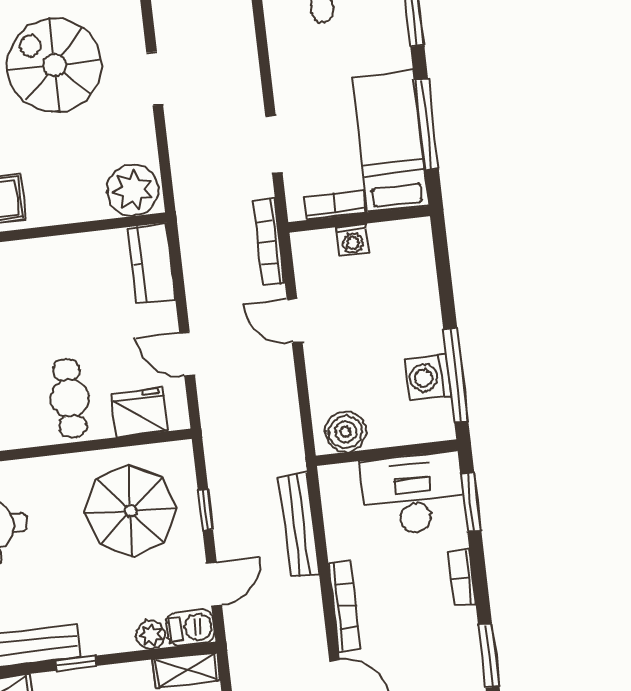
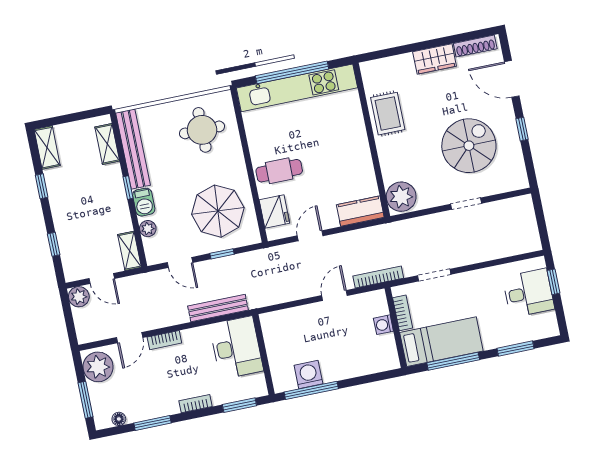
boiler: (346, 432) -> (273, 330), removed
desk: (413, 494) -> (236, 348), moved
bookcase: (345, 607) -> (164, 340), width x0.64
barbecue: (190, 628) -> (144, 202), moved

